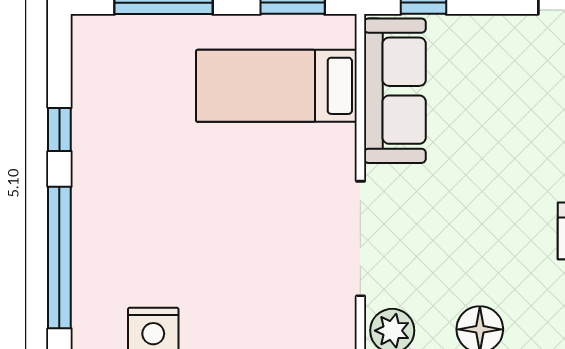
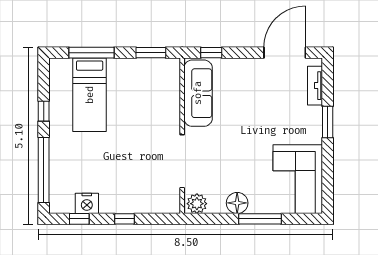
bed: (276, 86) -> (90, 95), moved, turned -90

